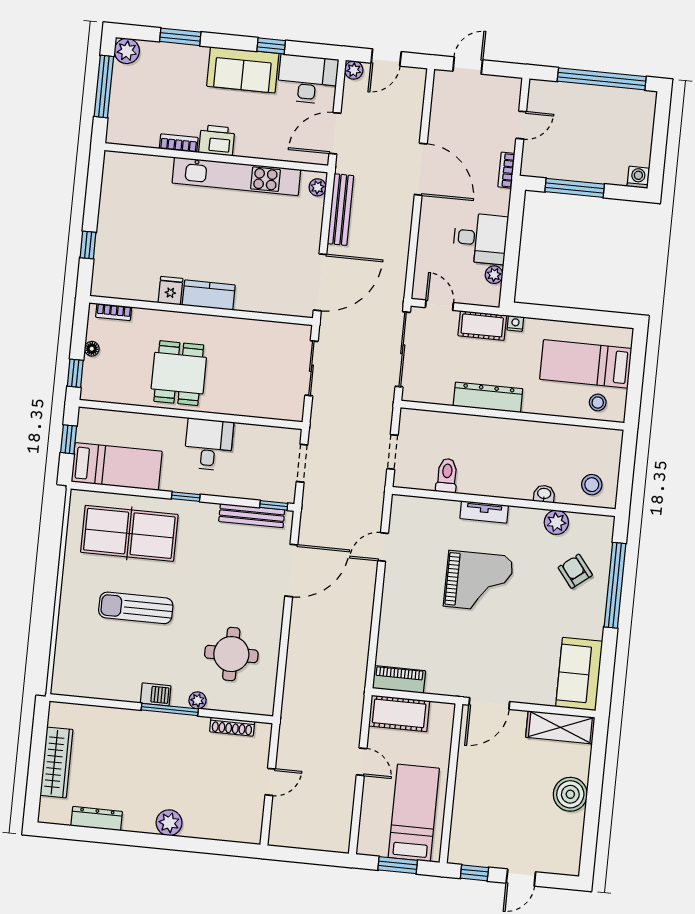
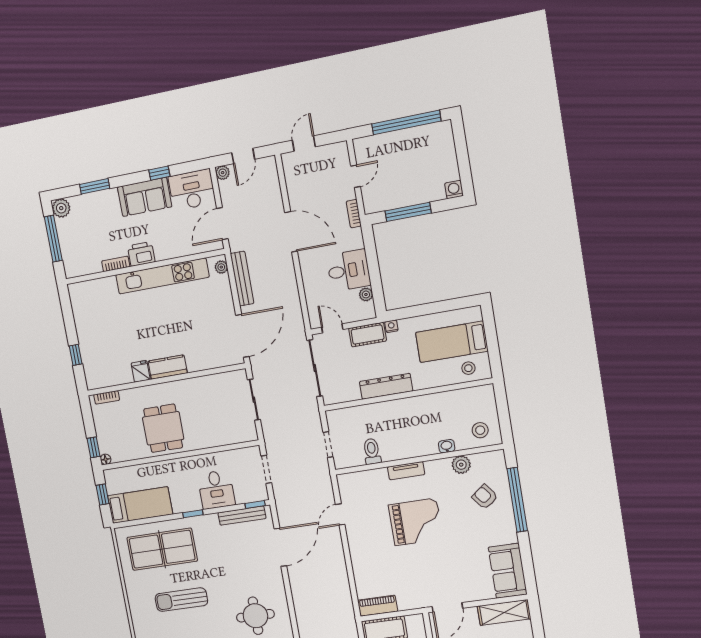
floor lamp: (92, 349) -> (106, 459), moved
desk: (209, 444) -> (216, 490), moved, turned 180

